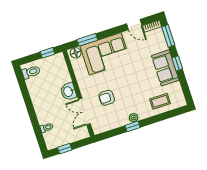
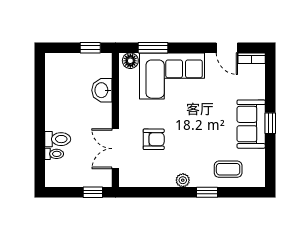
window: (168, 36) -> (270, 80), removed
toilet: (31, 72) -> (58, 139), moved
washbasin: (68, 92) -> (102, 90), moved
armchair: (107, 98) -> (154, 139), turned 180
window: (133, 126) -> (207, 192), moved
window: (65, 149) -> (93, 192), moved

